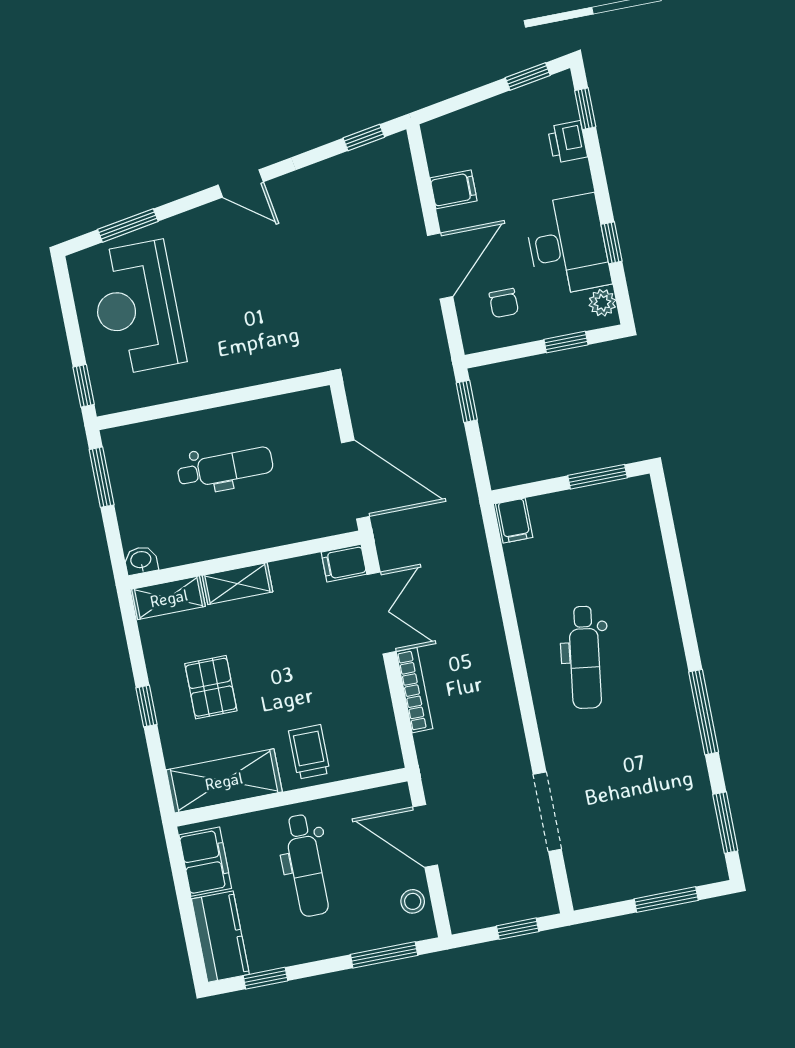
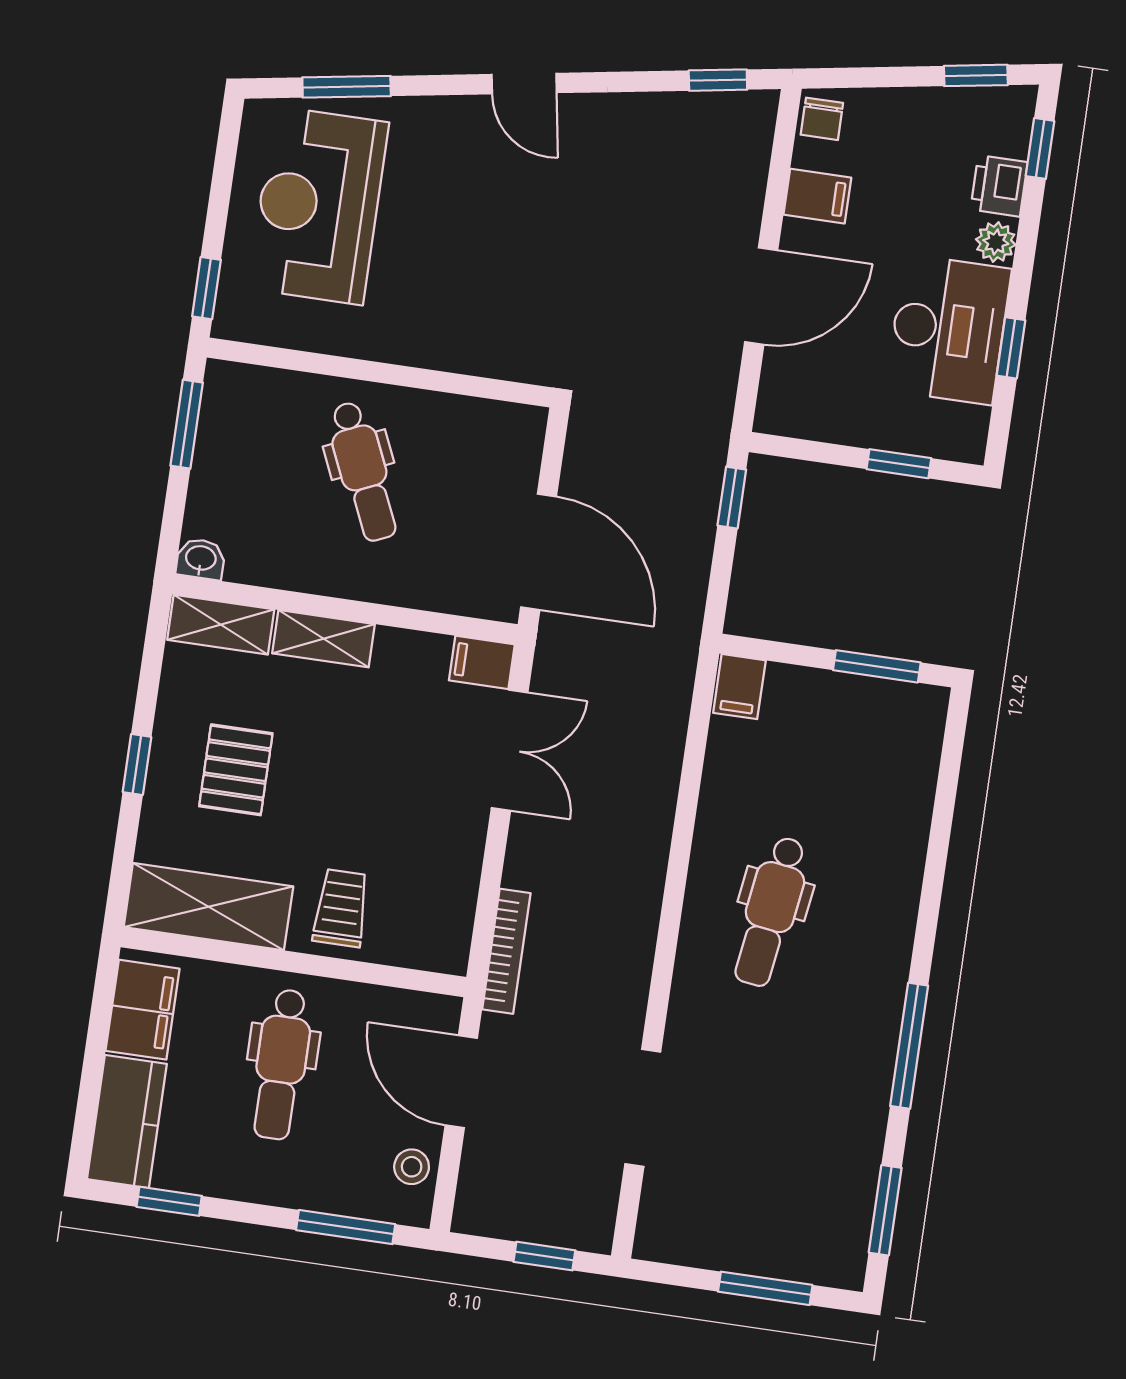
chair: (504, 303) -> (822, 119), moved
plant: (602, 303) -> (996, 242), moved
dental chair: (225, 468) -> (363, 471), turned 66
bookcase: (415, 690) -> (506, 951), moved

